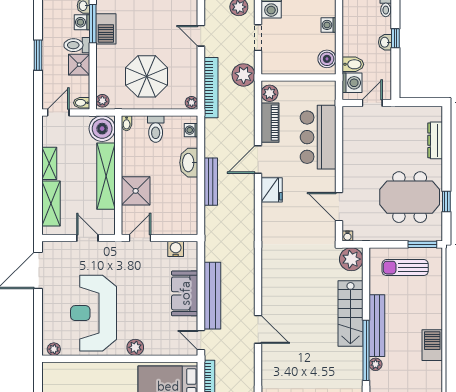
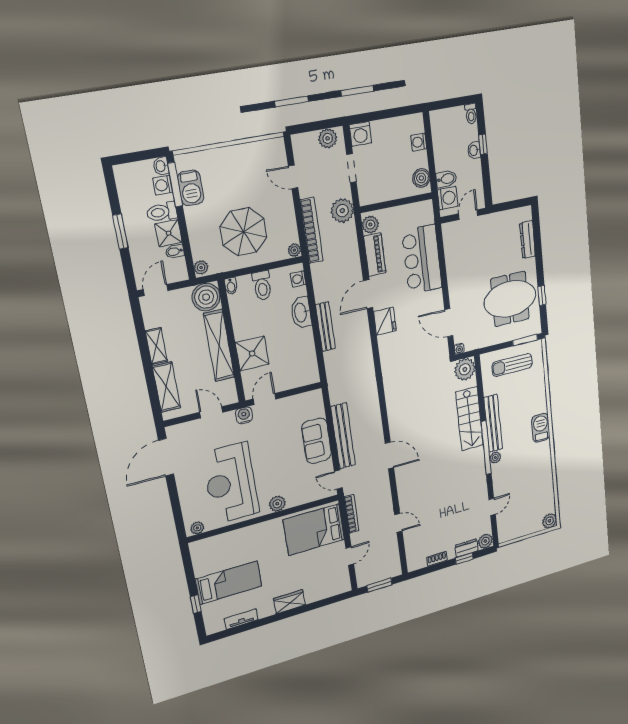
bidet: (82, 103) -> (175, 251), moved
water cooler: (176, 249) -> (244, 415), moved

